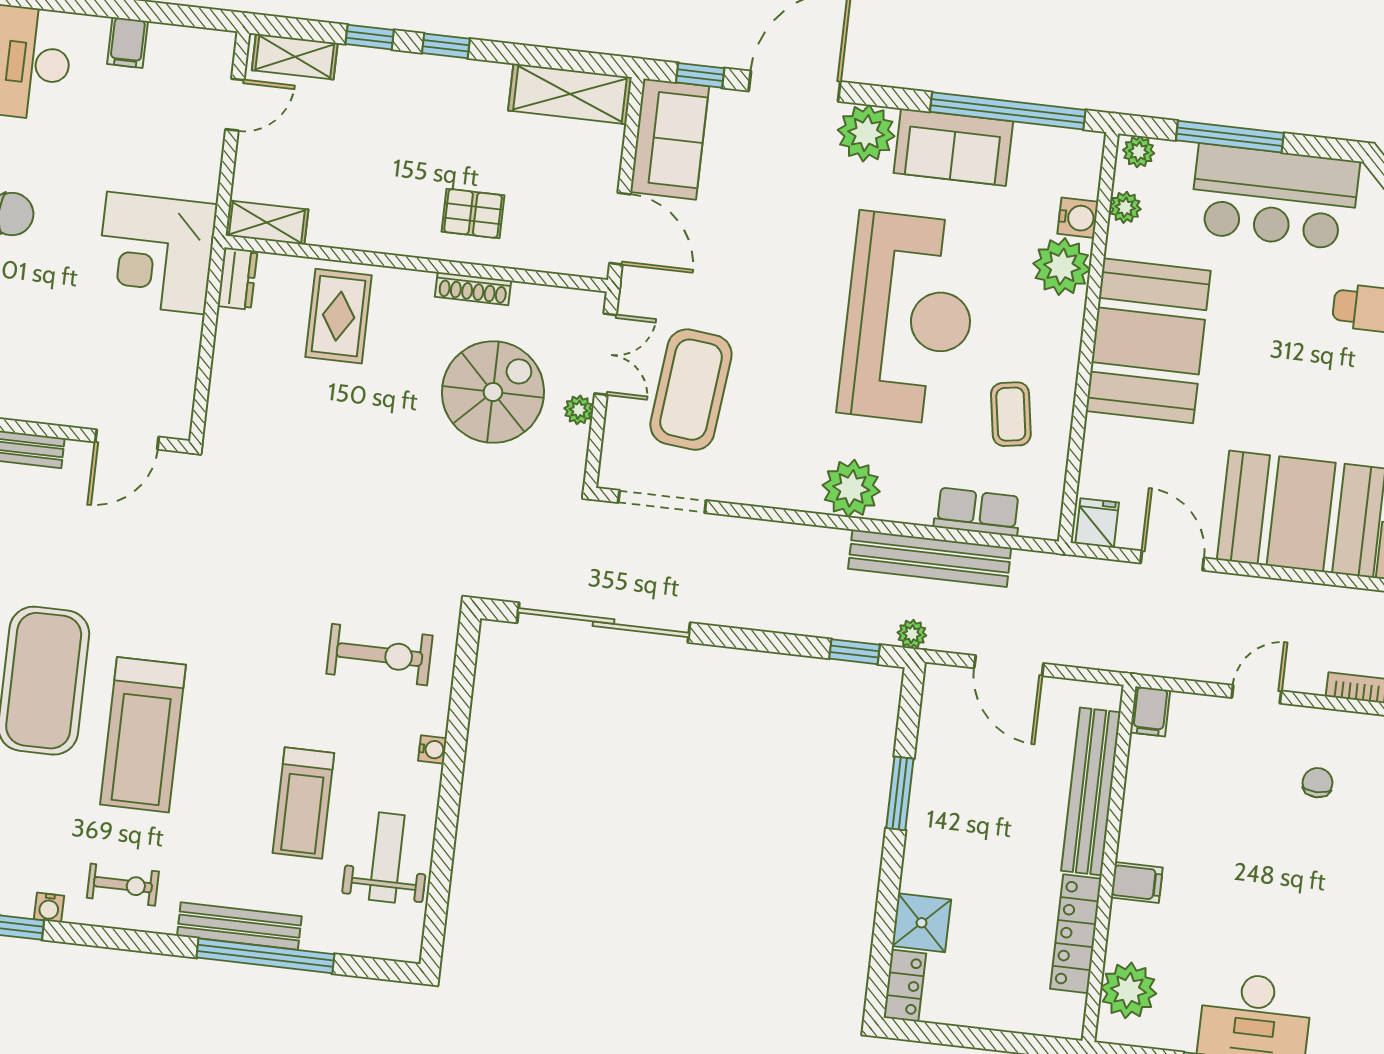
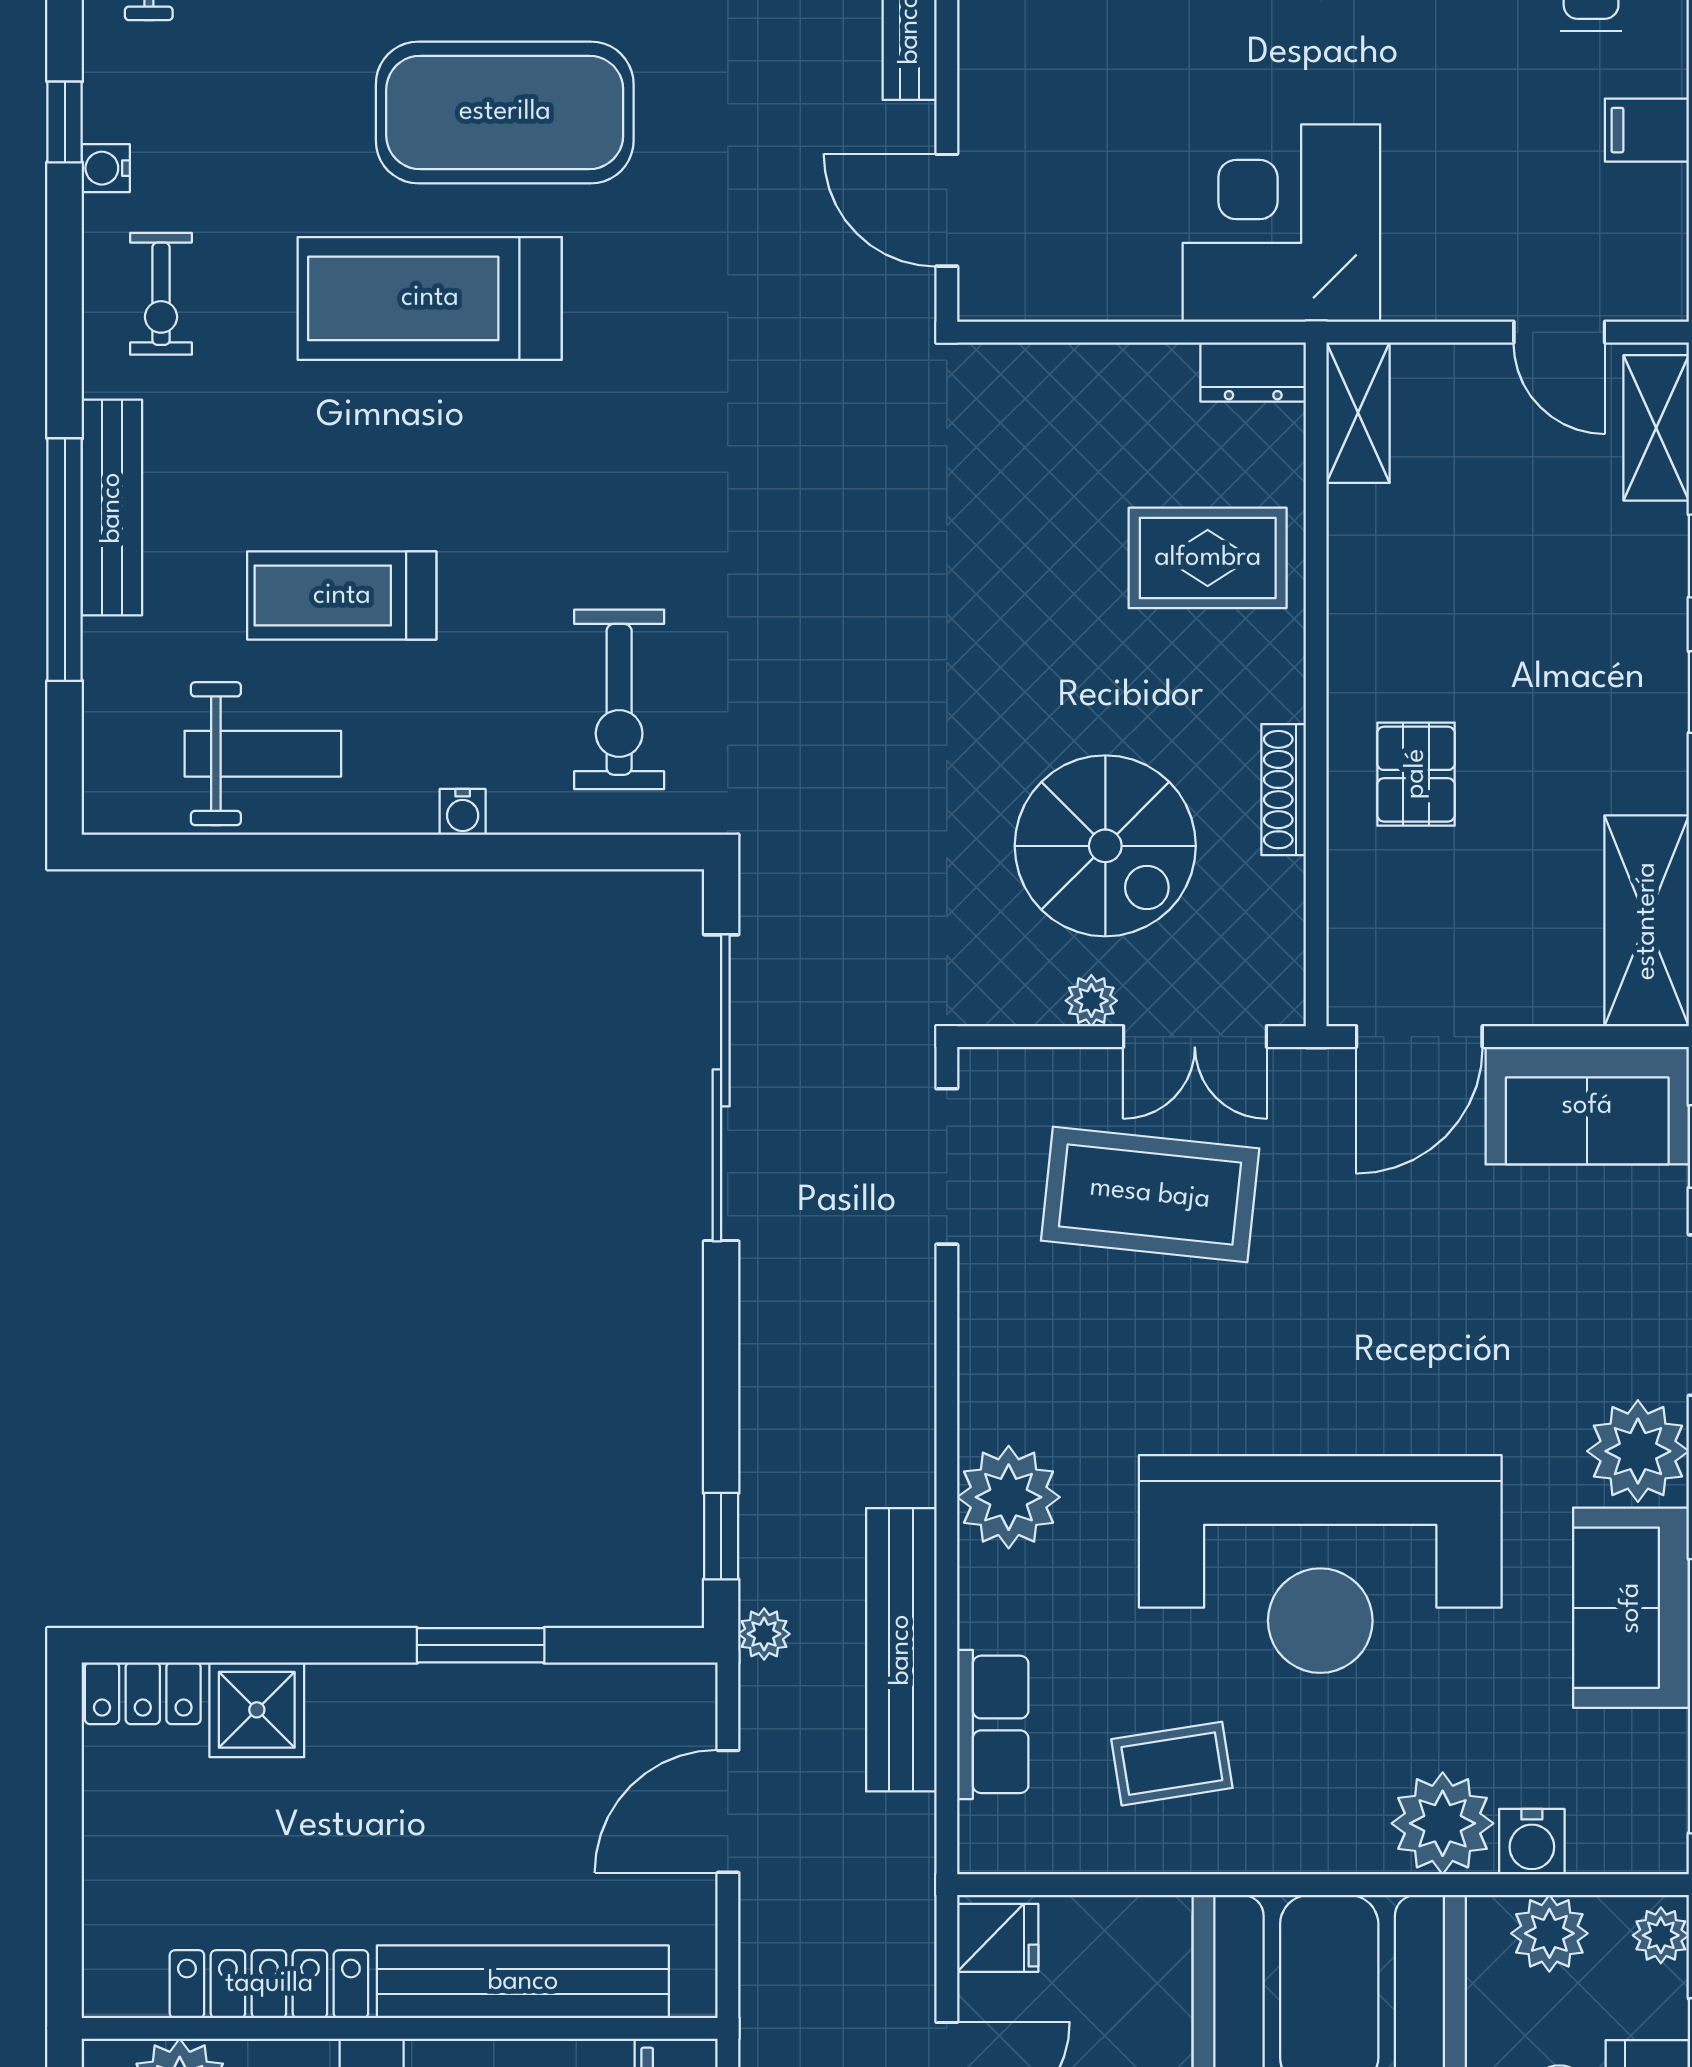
plant: (1125, 207) -> (1549, 1933), width x1.38, depth x1.38

